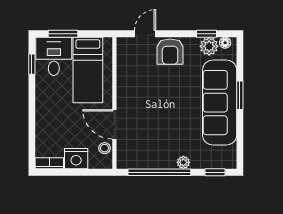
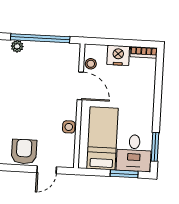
window: (32, 64) -> (155, 147), width x1.50
side table: (124, 80) -> (69, 127), added

